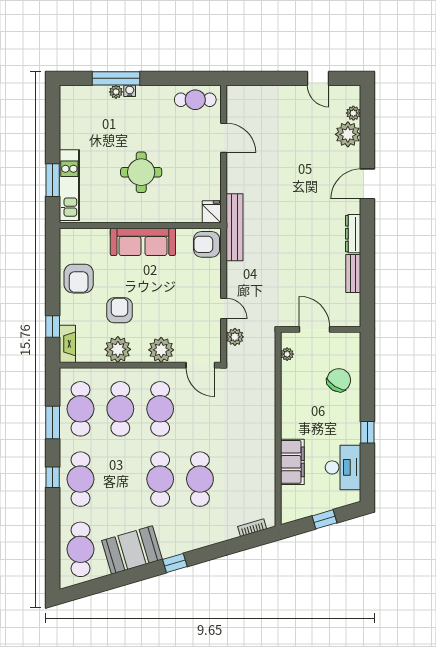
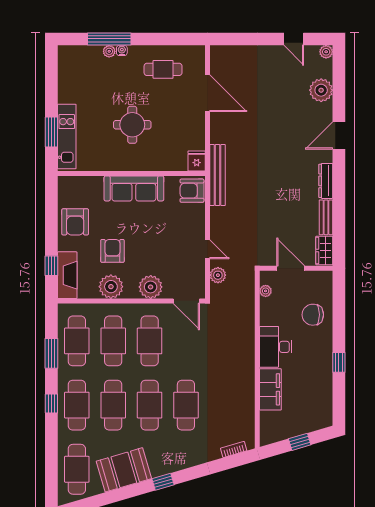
cafe table: (195, 100) -> (163, 69), moved
plant: (353, 113) -> (326, 52), moved
door: (224, 138) -> (208, 93), width x1.36
wardrobe: (351, 310) -> (324, 251), added
fireplace: (67, 344) -> (67, 275), width x1.37, depth x1.32
chair: (339, 380) -> (313, 315), turned -122
desk: (343, 467) -> (276, 347), moved, turned 180
cafe table: (120, 479) -> (113, 405), added

